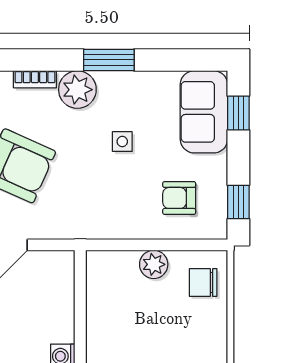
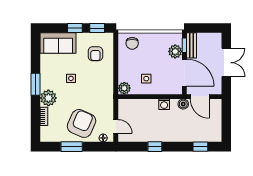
window: (238, 113) -> (75, 28), moved
plant: (154, 264) -> (124, 88), moved
side table: (122, 315) -> (146, 79), added

